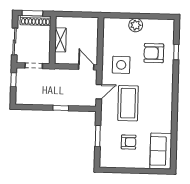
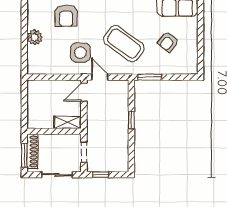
shelving: (60, 40) -> (67, 122), moved
door: (99, 92) -> (100, 77), moved
coffee table: (128, 103) -> (124, 44), turned 36
window: (98, 136) -> (150, 77), moved
armchair: (129, 142) -> (168, 42), turned -141

